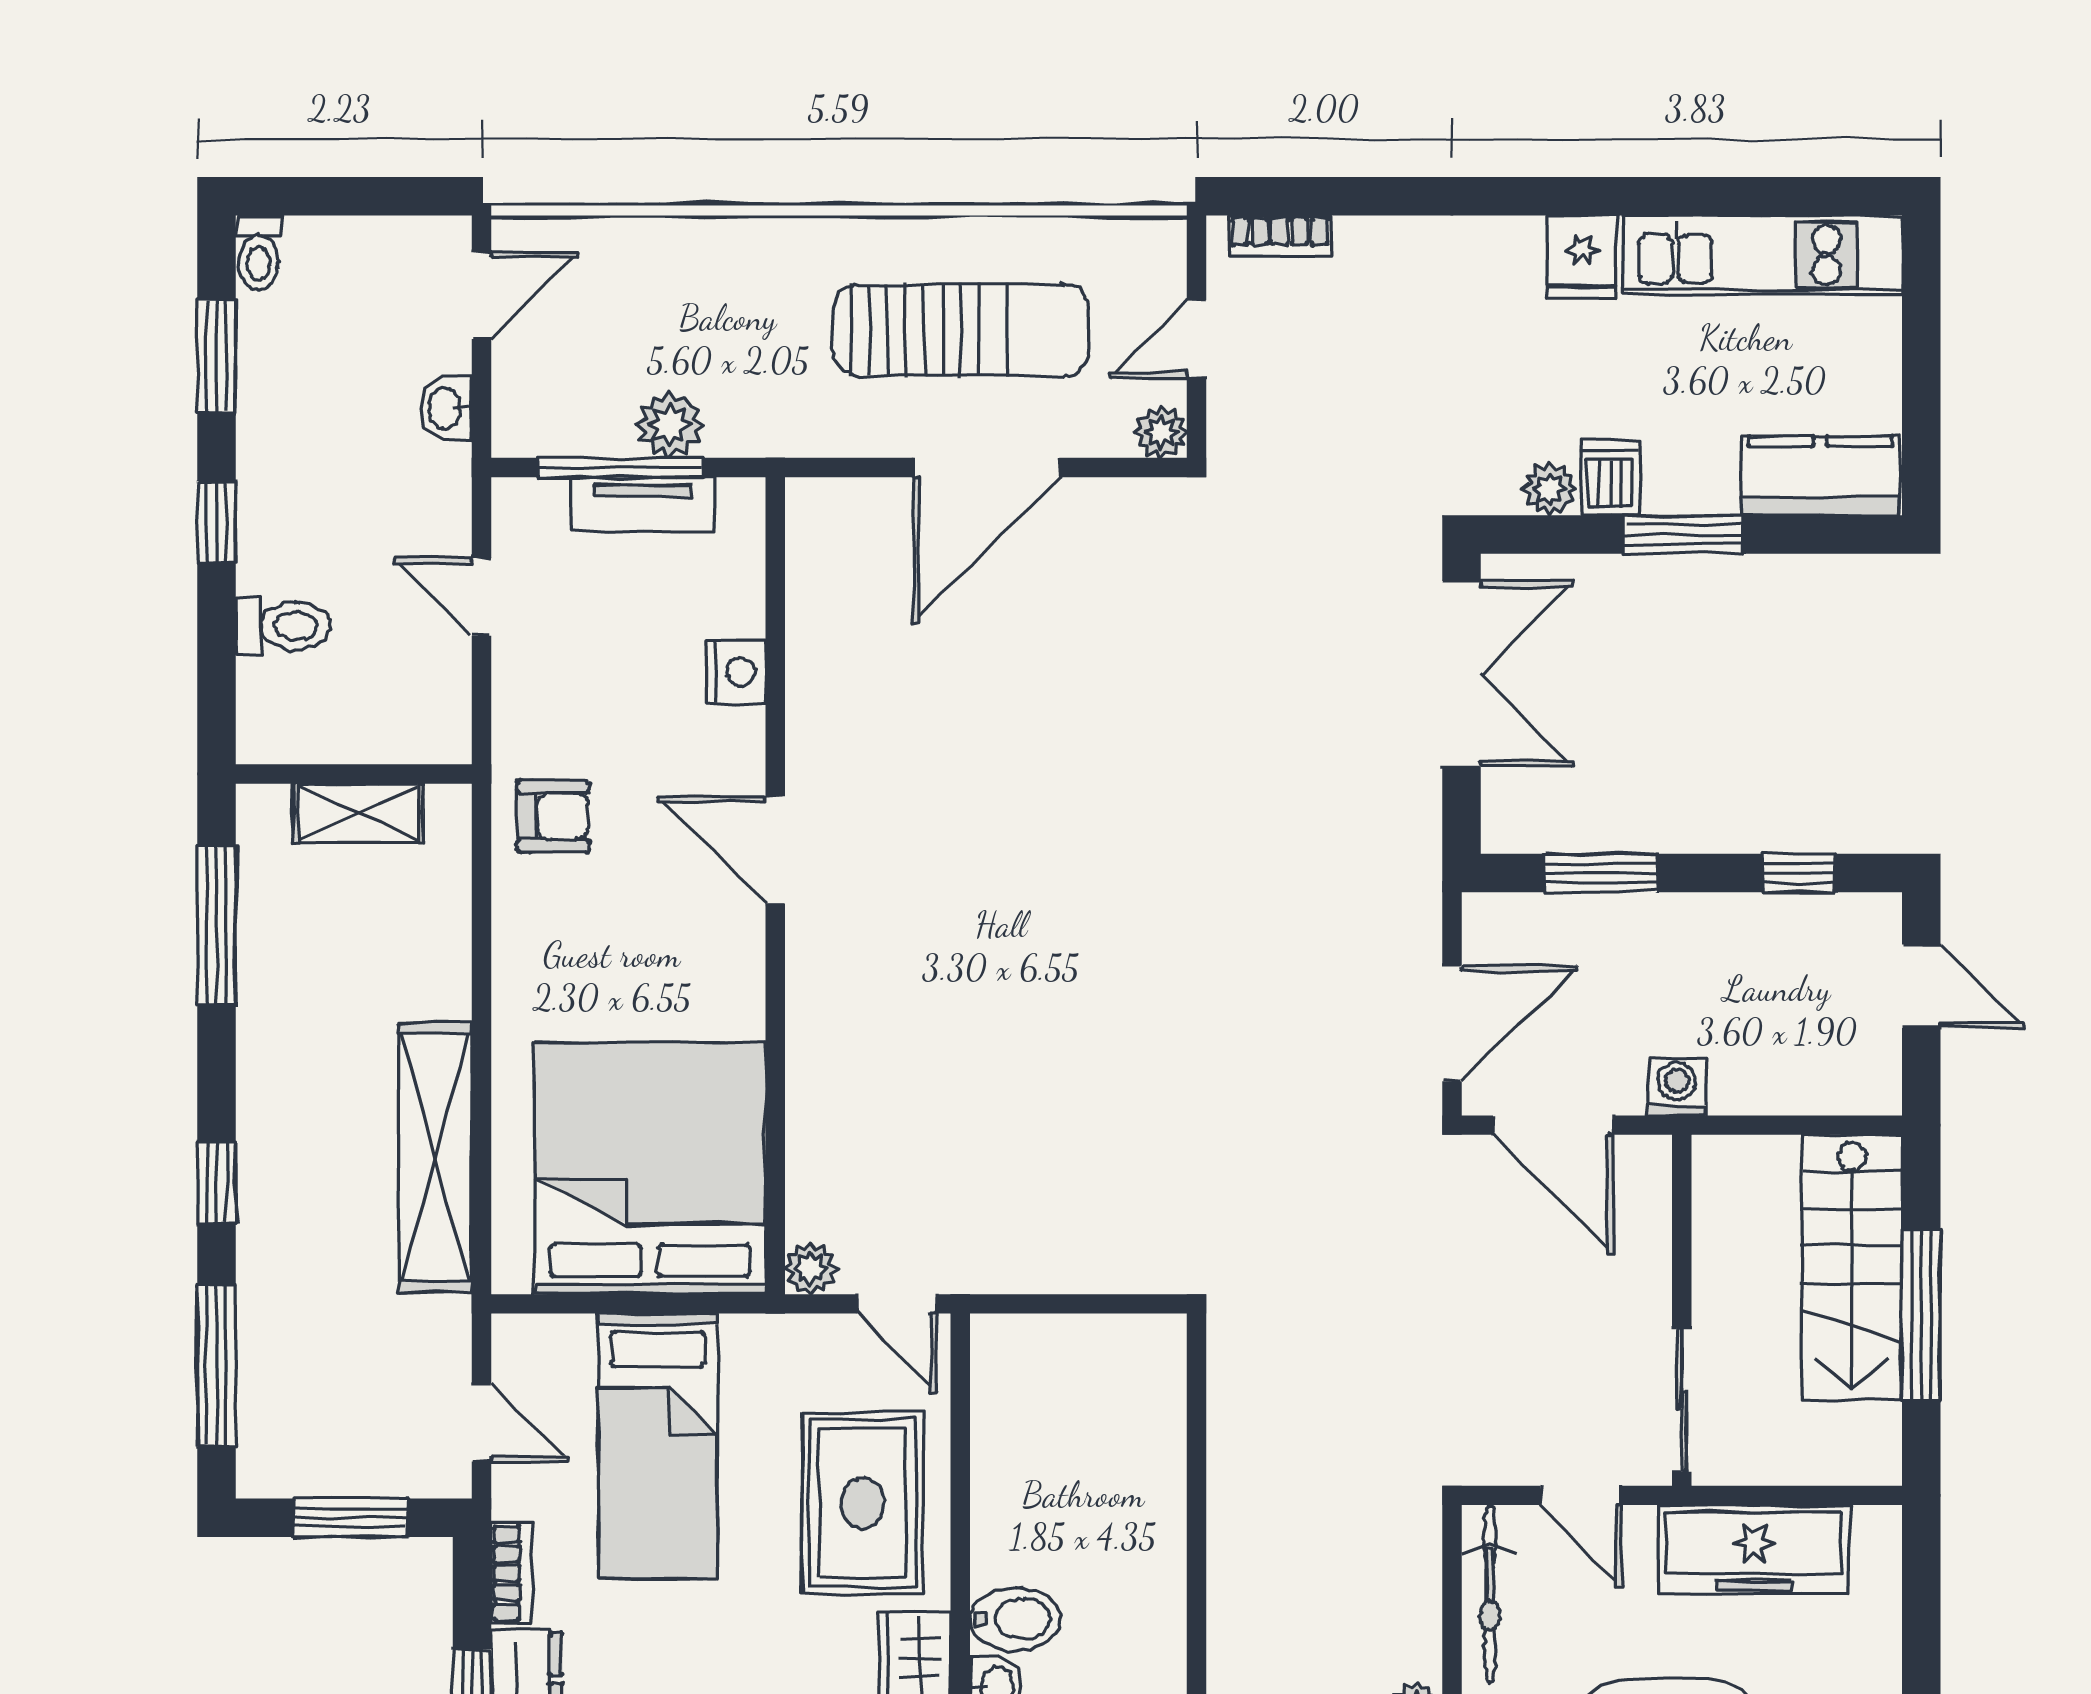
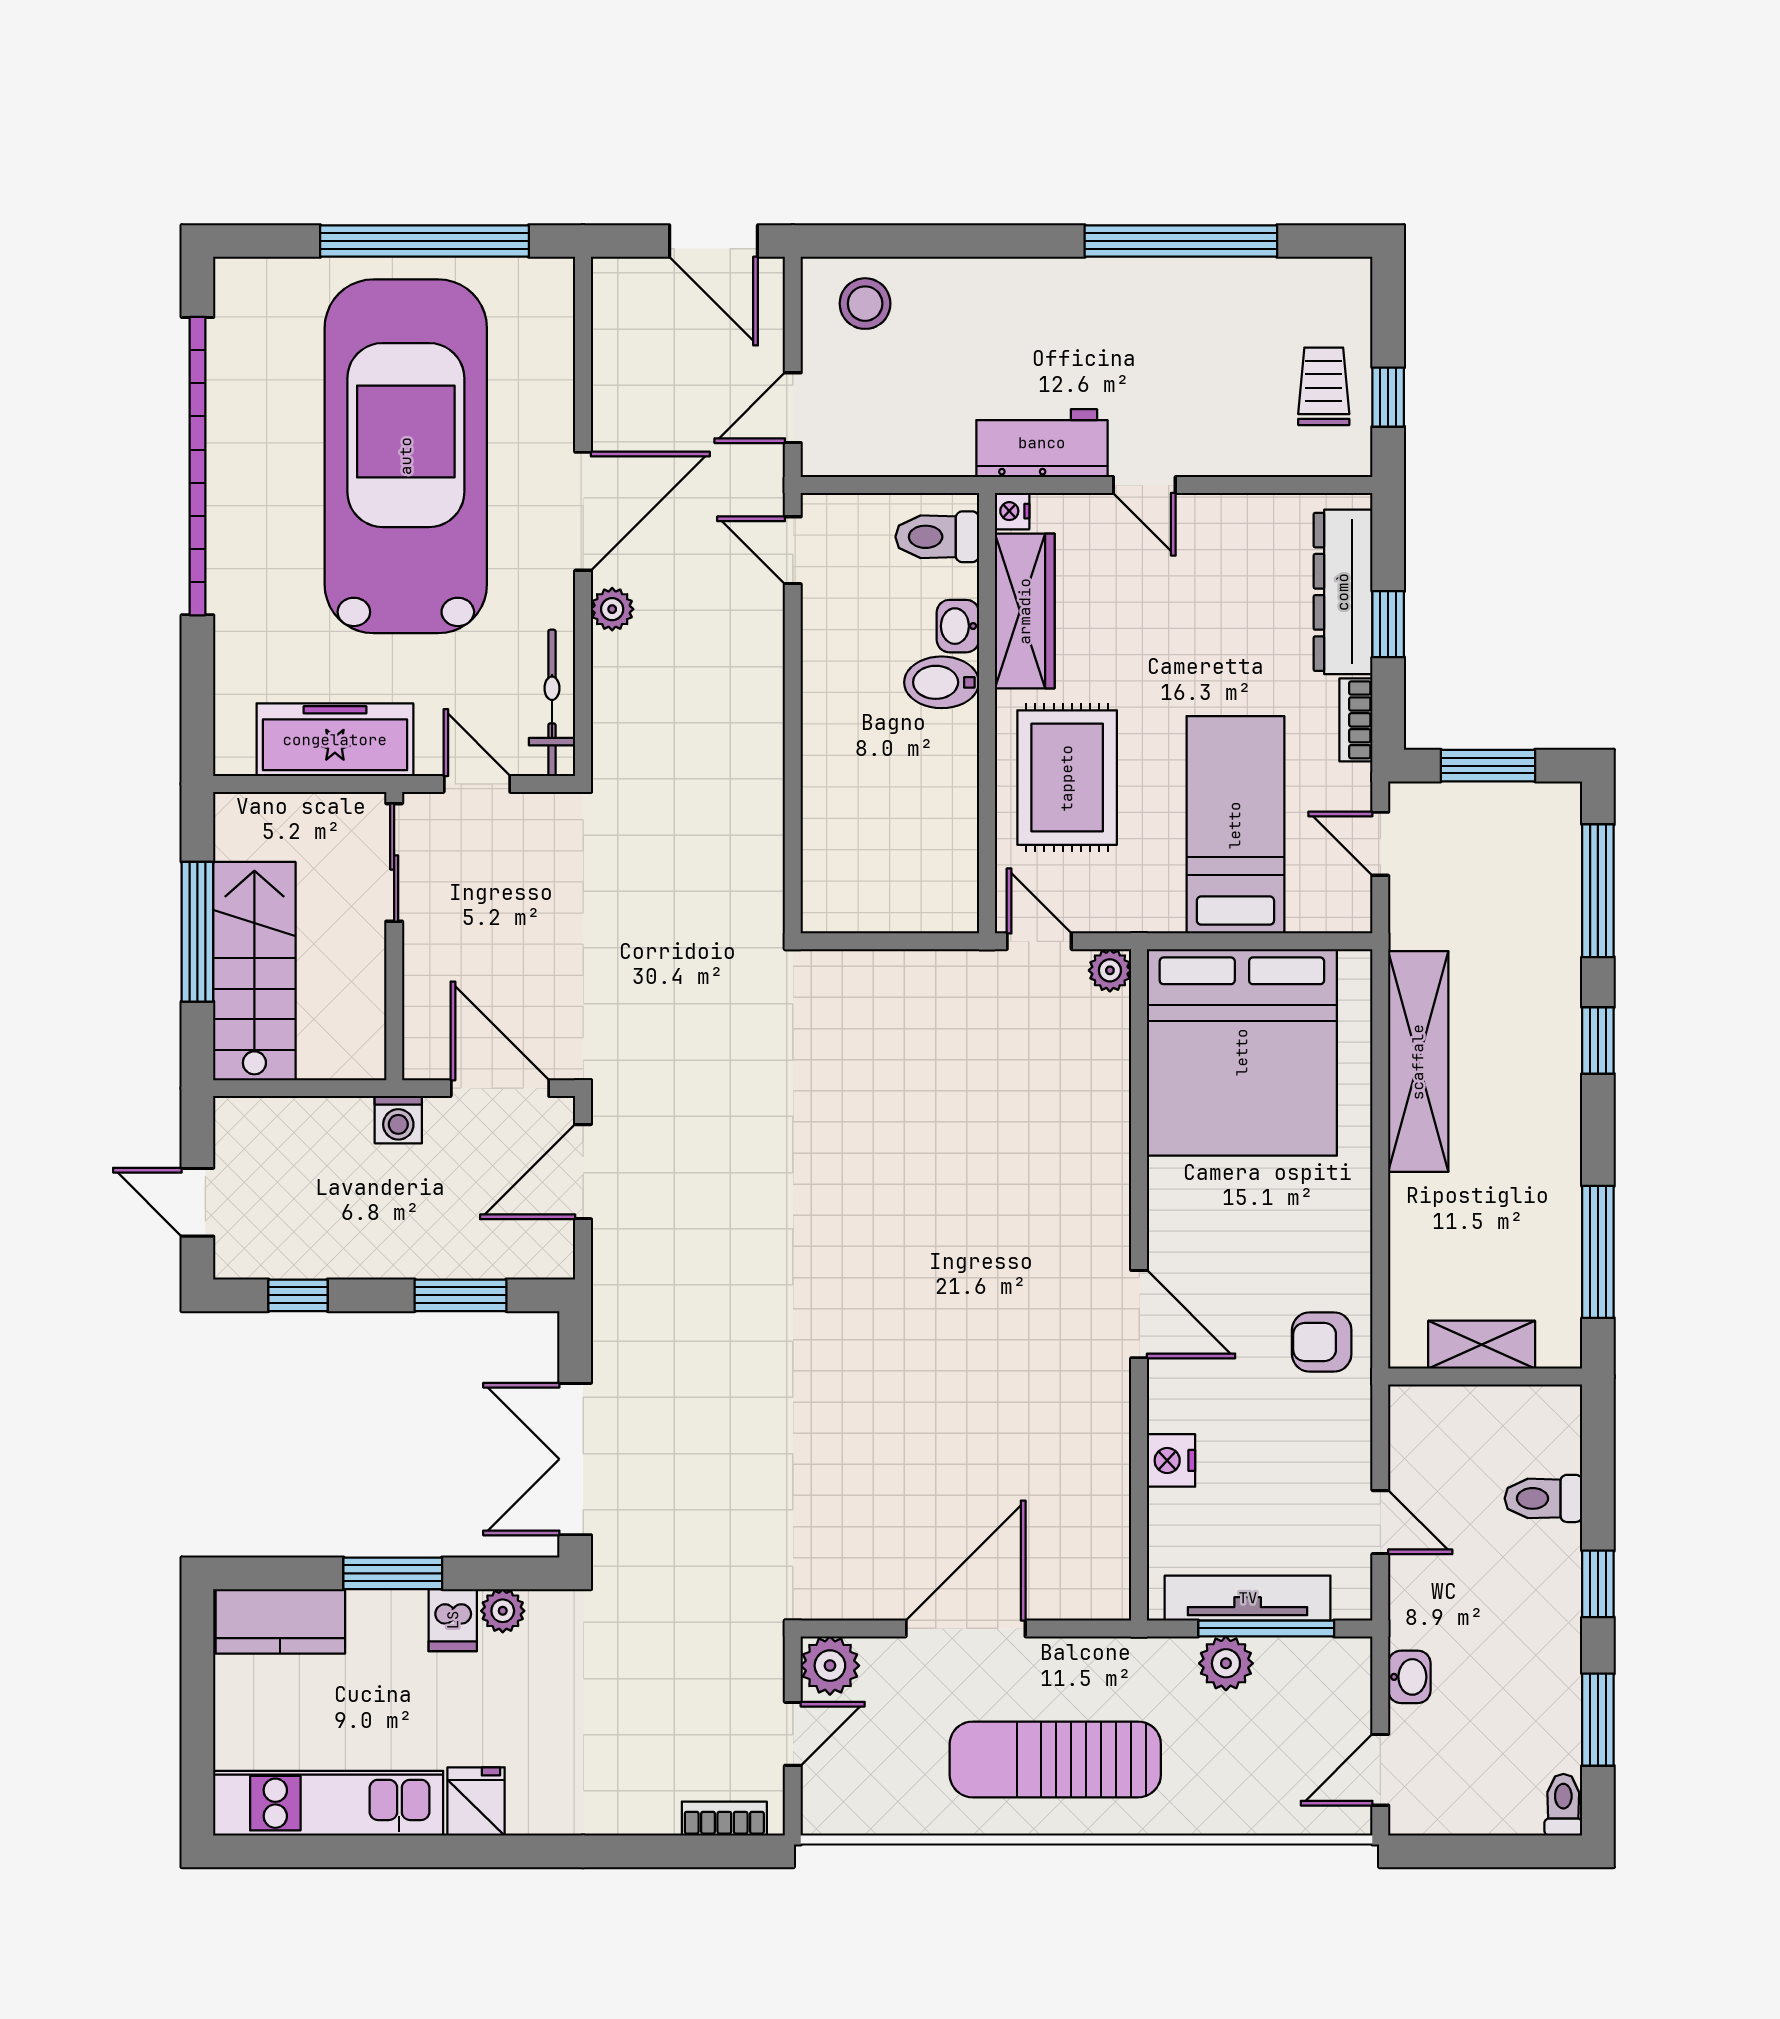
sun lounger: (961, 330) -> (1055, 1759), moved
plant: (1161, 432) -> (830, 1666), width x1.38, depth x1.38
tv unit: (643, 504) -> (1248, 1598), width x1.41

